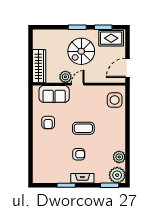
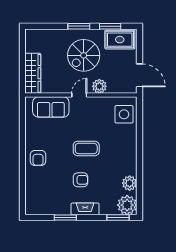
door: (127, 68) -> (139, 75), swing flipped
plant: (65, 77) -> (99, 86), moved
armchair: (48, 122) -> (38, 158), moved

